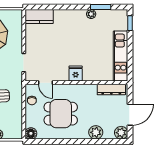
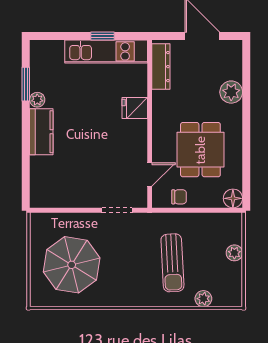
kitchen counter: (39, 16) -> (41, 132), moved
window: (130, 23) -> (103, 36), moved
fridge: (76, 74) -> (135, 108), moved
plant: (121, 133) -> (232, 50), removed

